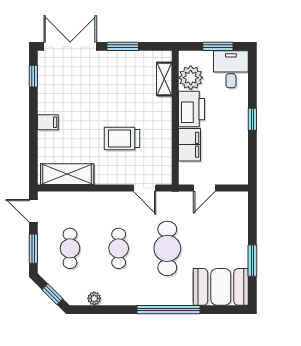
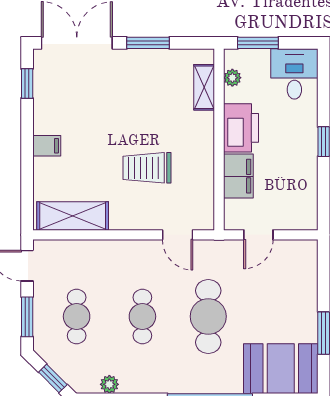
window: (218, 46) -> (258, 43), moved
plant: (191, 78) -> (232, 78), width x0.53, depth x0.53

